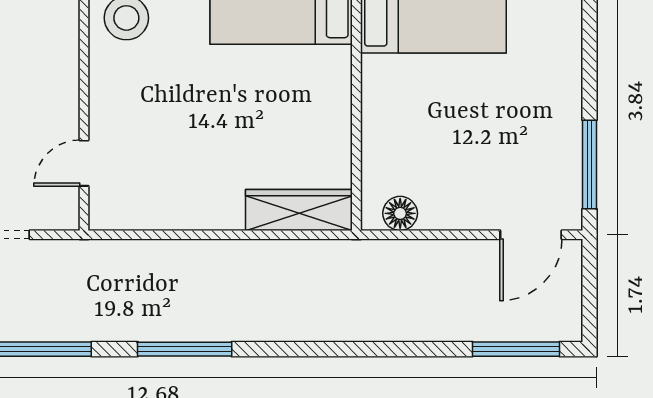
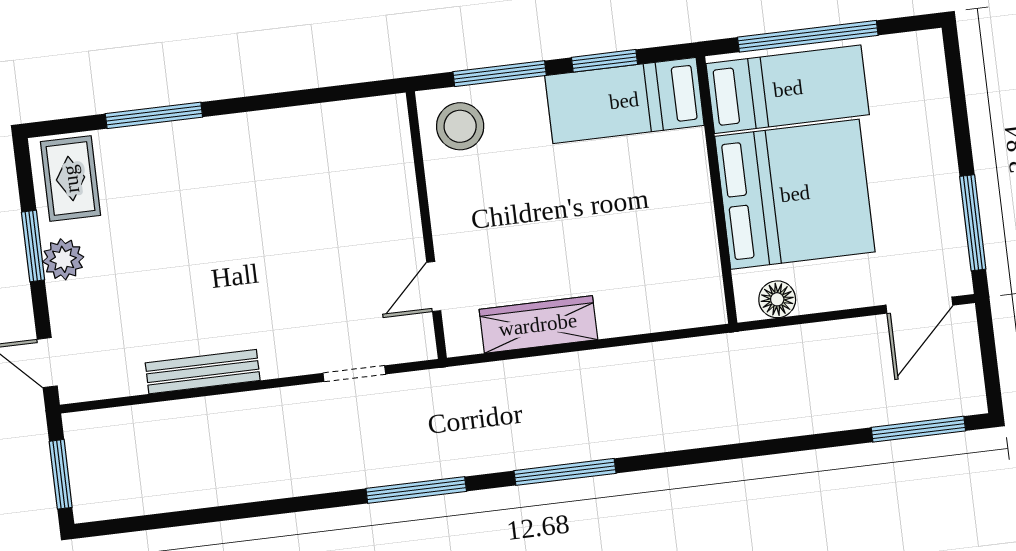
bed: (428, 118) -> (795, 194), added
wardrobe: (299, 210) -> (538, 325), moved

